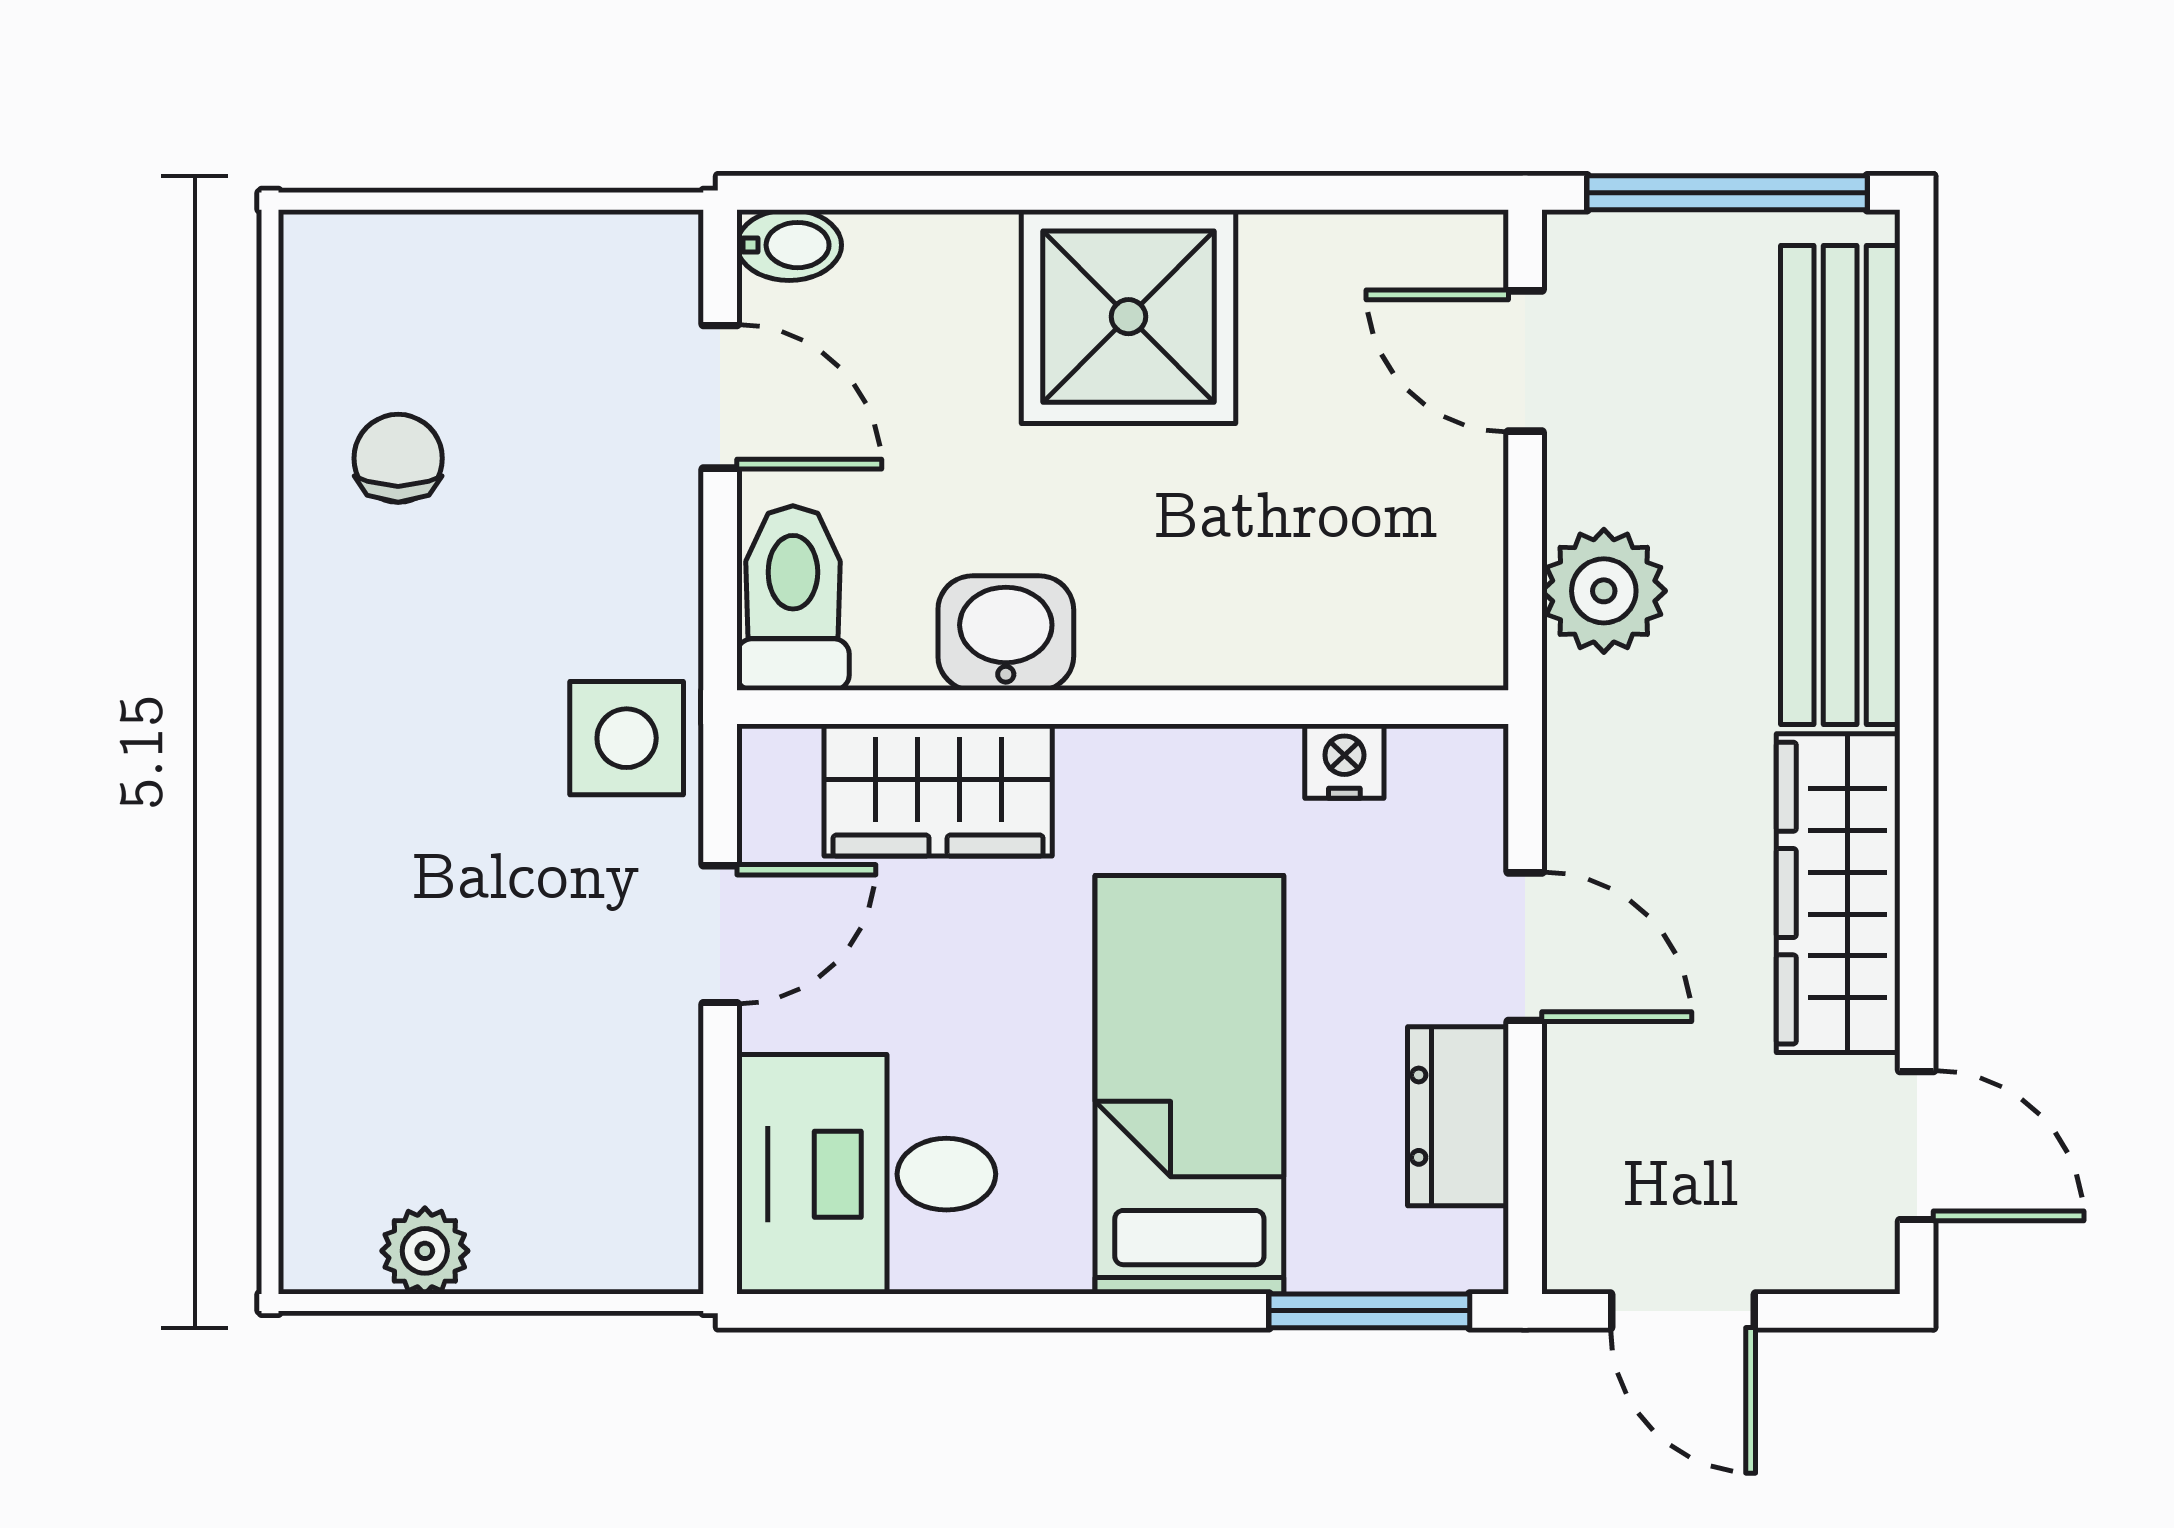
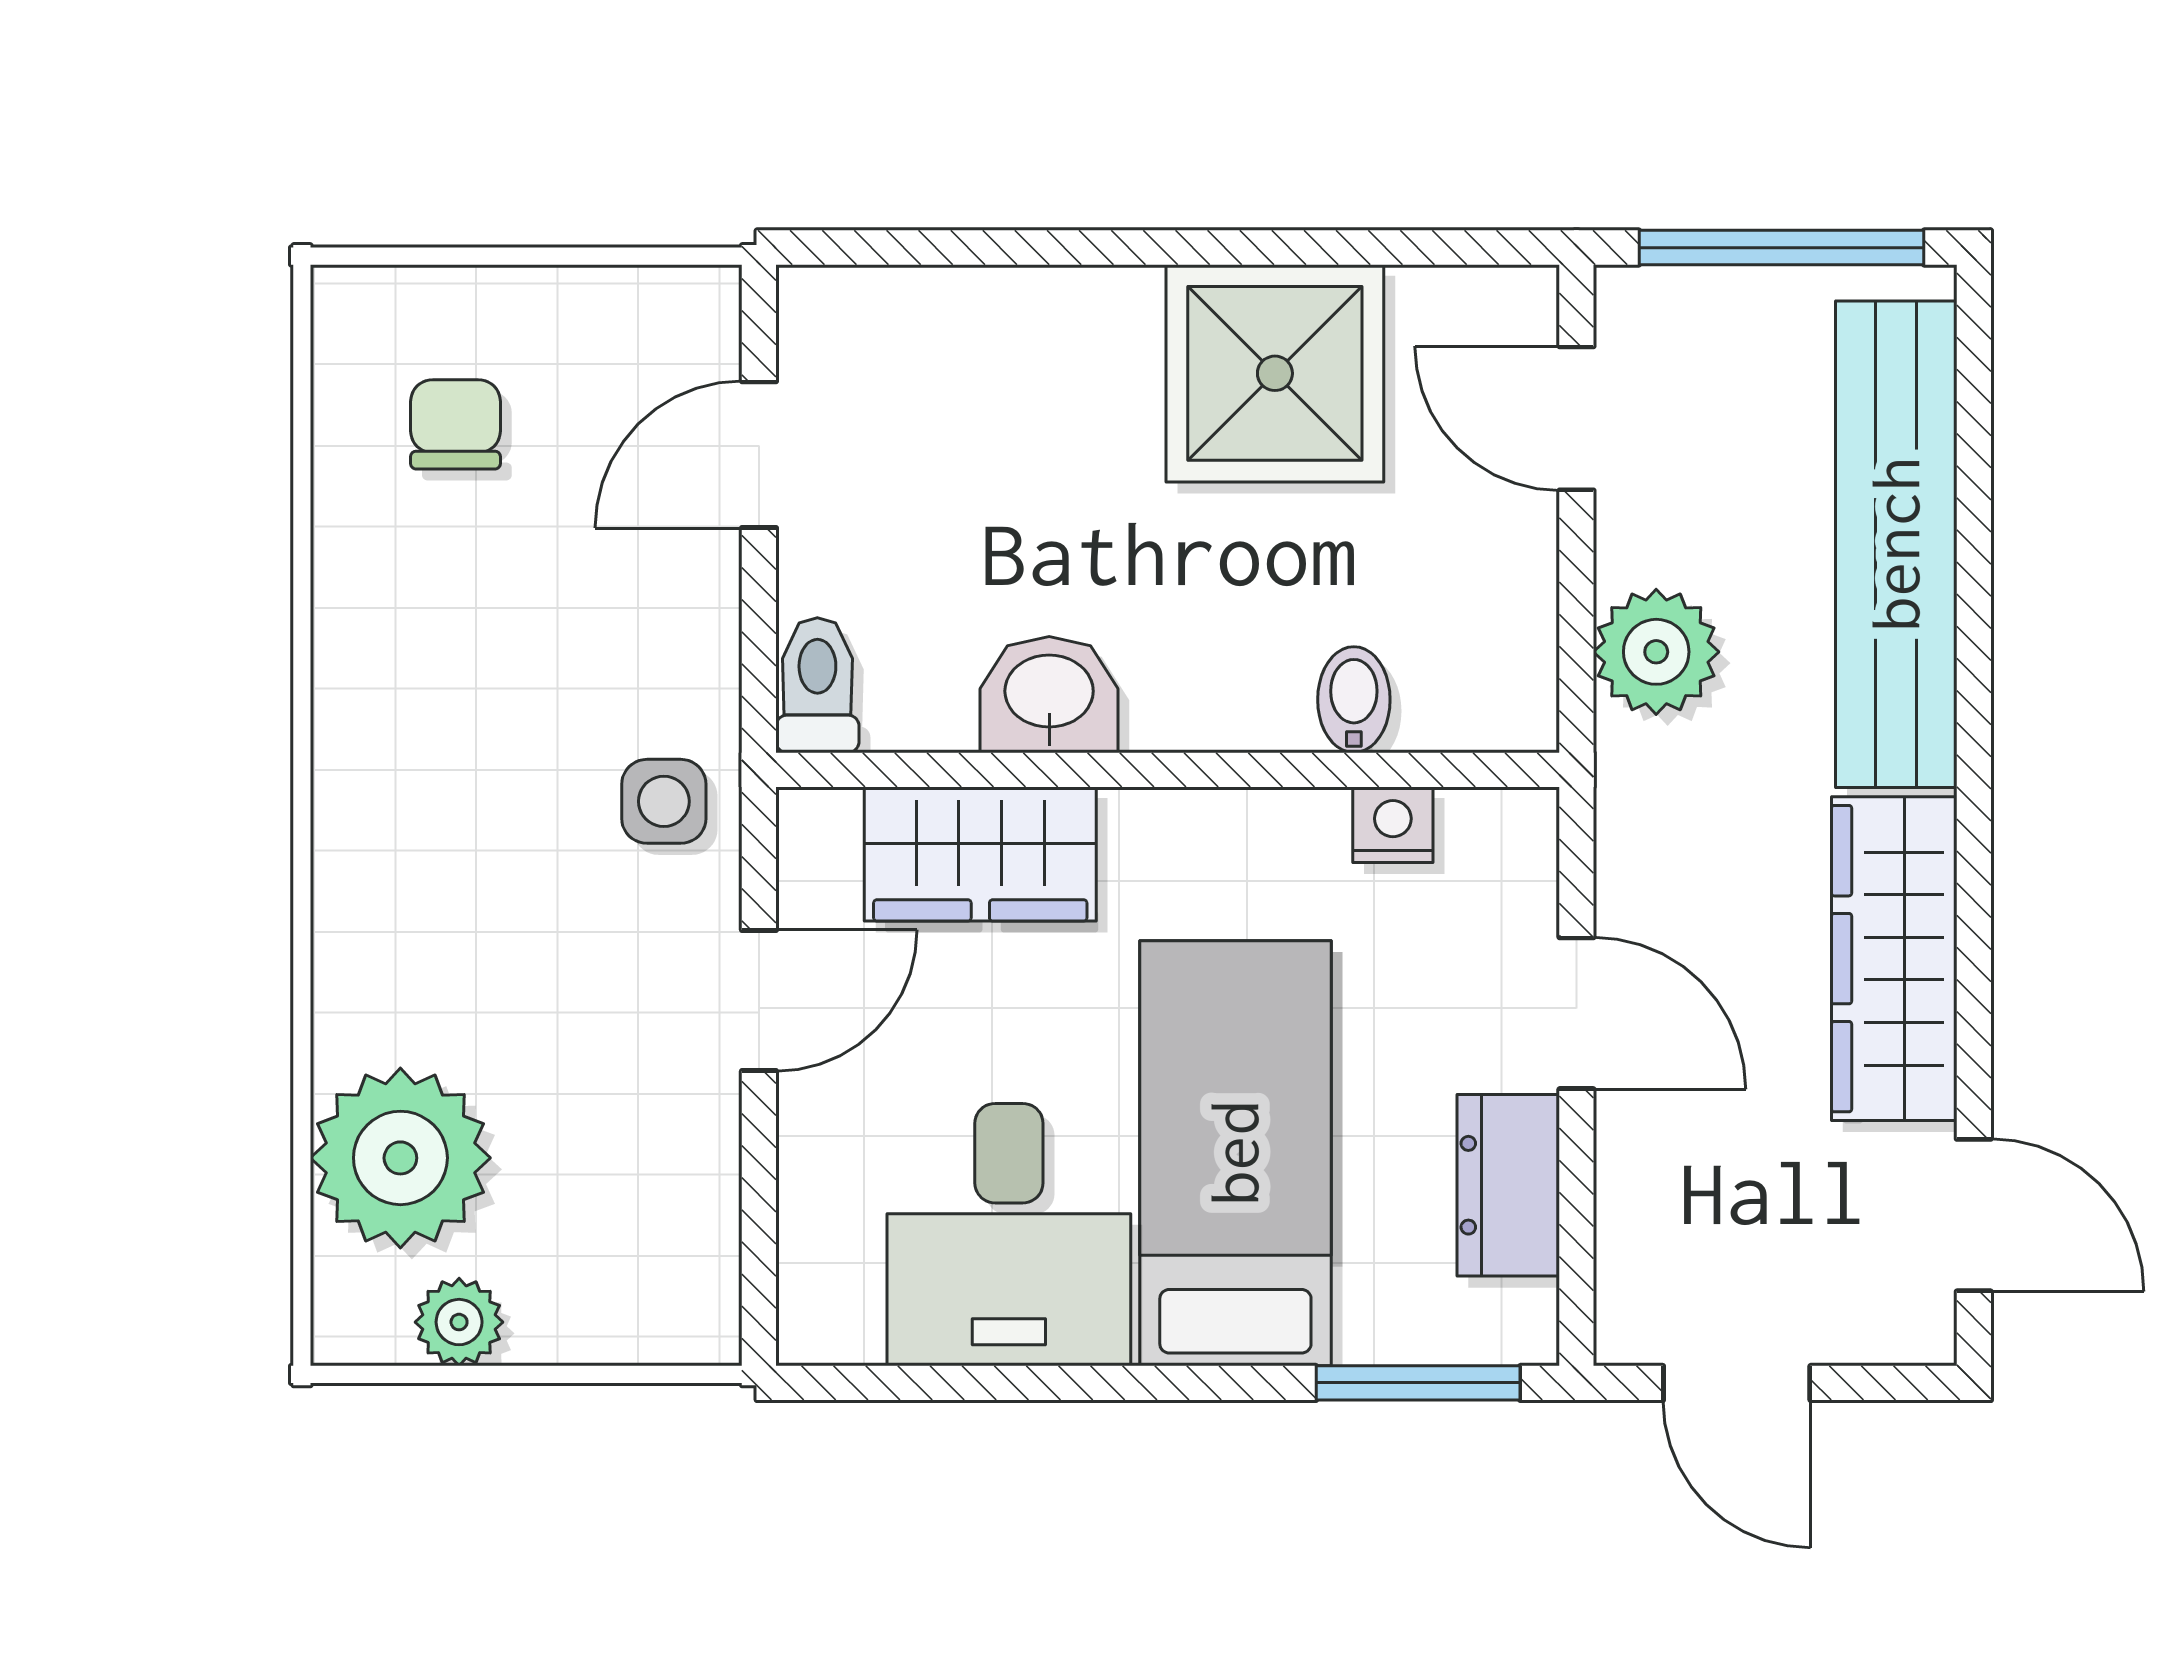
bidet: (789, 245) -> (1354, 700), moved, turned -90
shower: (1128, 317) -> (1275, 373), moved
door: (720, 397) -> (759, 455), swing flipped
chair: (398, 458) -> (455, 424), moved
toilet: (793, 598) -> (817, 685), width x0.73, depth x0.72
side table: (627, 738) -> (664, 801), width x0.73, depth x0.73
plant: (367, 1089) -> (400, 1158), added
desk: (866, 1174) -> (1009, 1235), moved, turned -90

